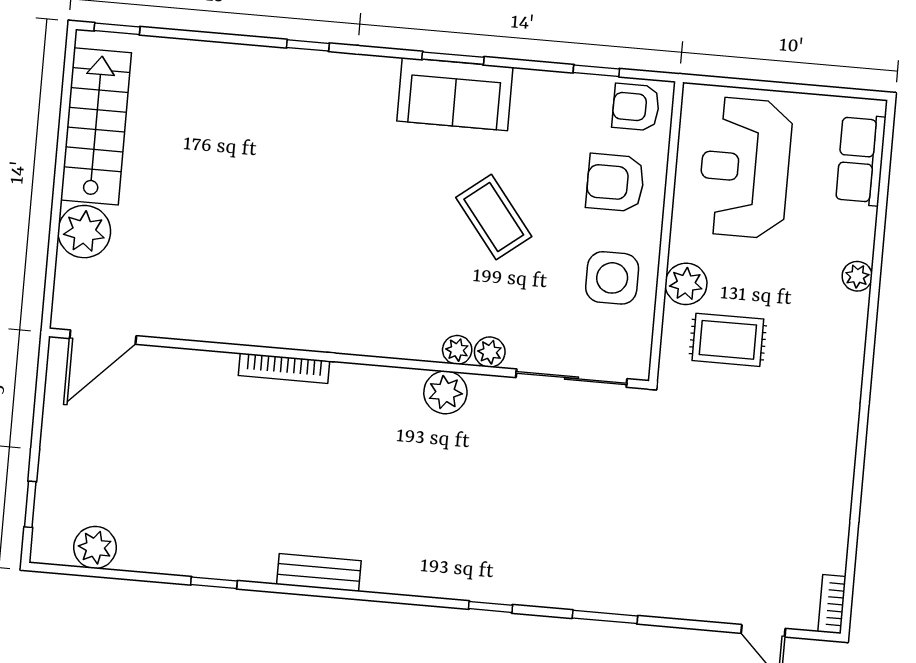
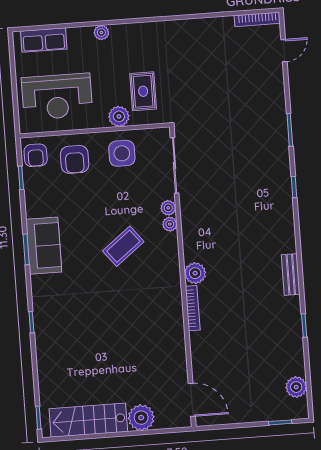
coffee table: (494, 217) -> (123, 246), moved
plant: (445, 392) -> (195, 273), moved
bookcase: (832, 604) -> (257, 19), width x1.56

